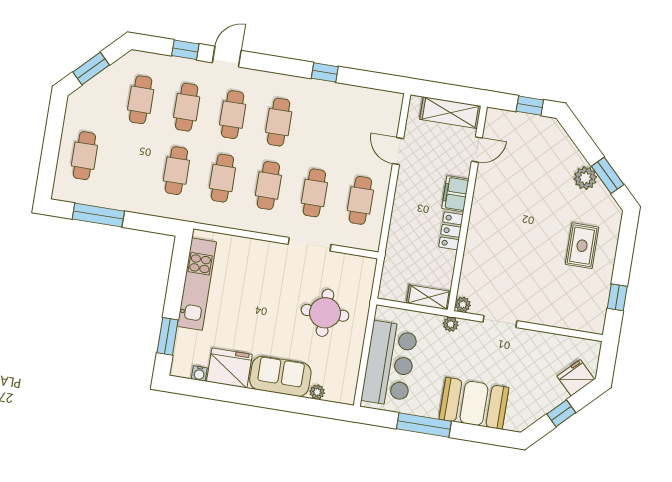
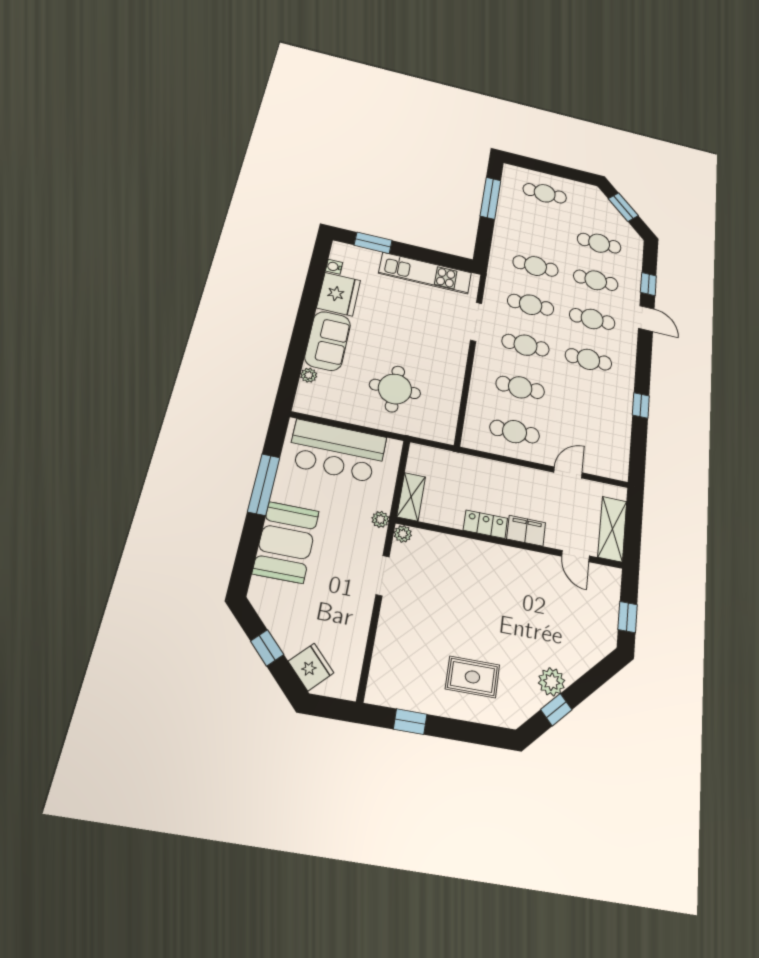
window: (608, 175) -> (556, 710), width x0.67
doorway: (310, 244) -> (476, 322), moved

